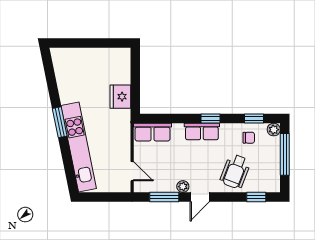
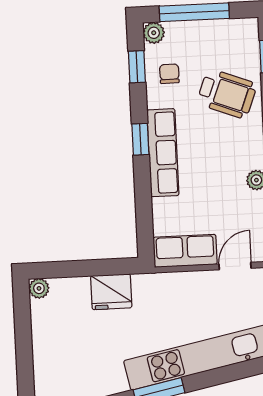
plant: (125, 54) -> (39, 288), added
row of seats: (153, 132) -> (185, 251), moved, turned -90
row of seats: (202, 132) -> (163, 153), width x1.48

